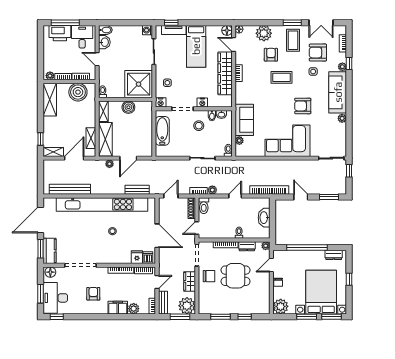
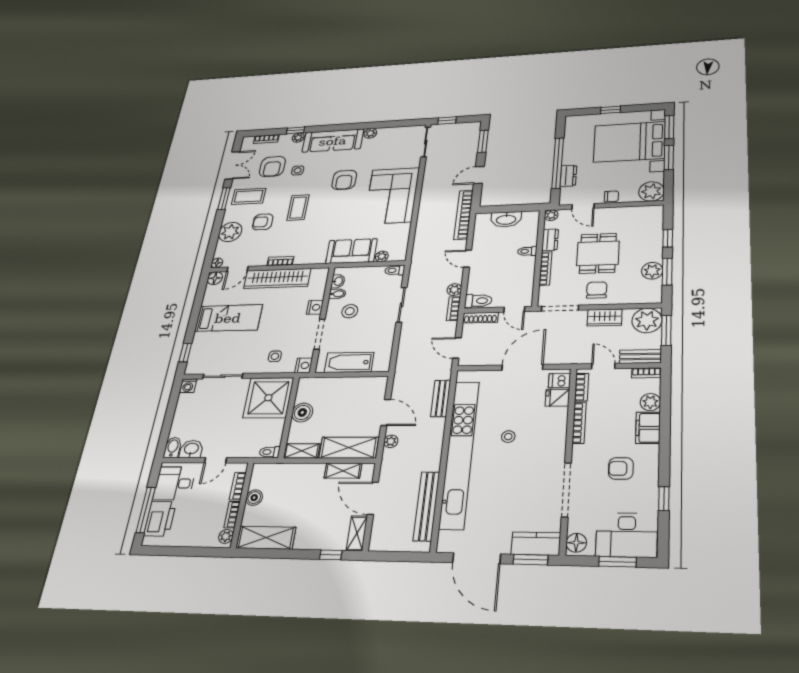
tv unit: (174, 30) -> (197, 349), removed
boiler: (78, 92) -> (254, 498), width x0.54, depth x0.54
dresser: (334, 255) -> (568, 176), moved
plant: (221, 308) -> (652, 271), added
window: (57, 317) -> (664, 499), moved

